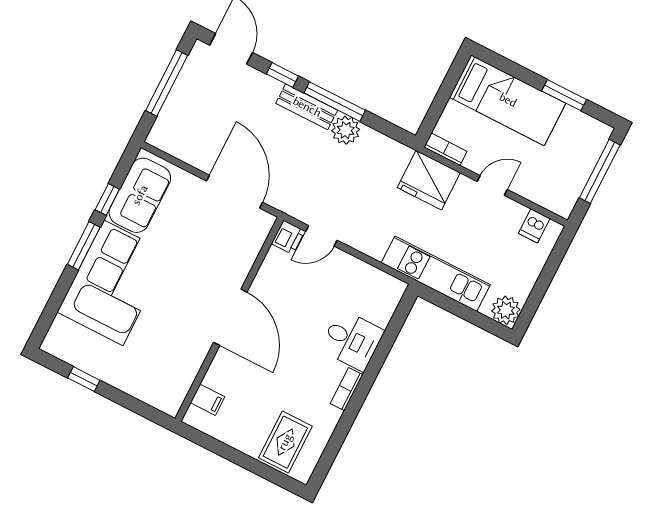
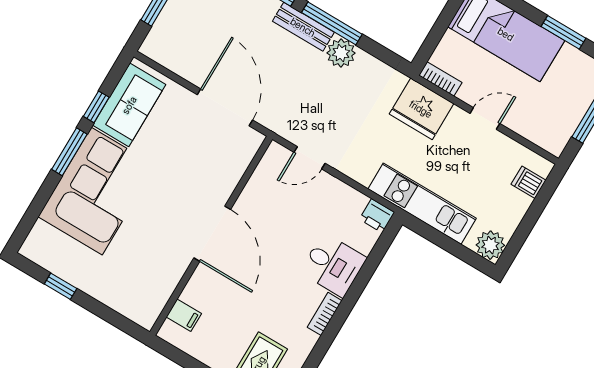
dishwasher: (534, 226) -> (528, 182), moved, turned 90
printer: (288, 237) -> (377, 216), moved, turned 90

